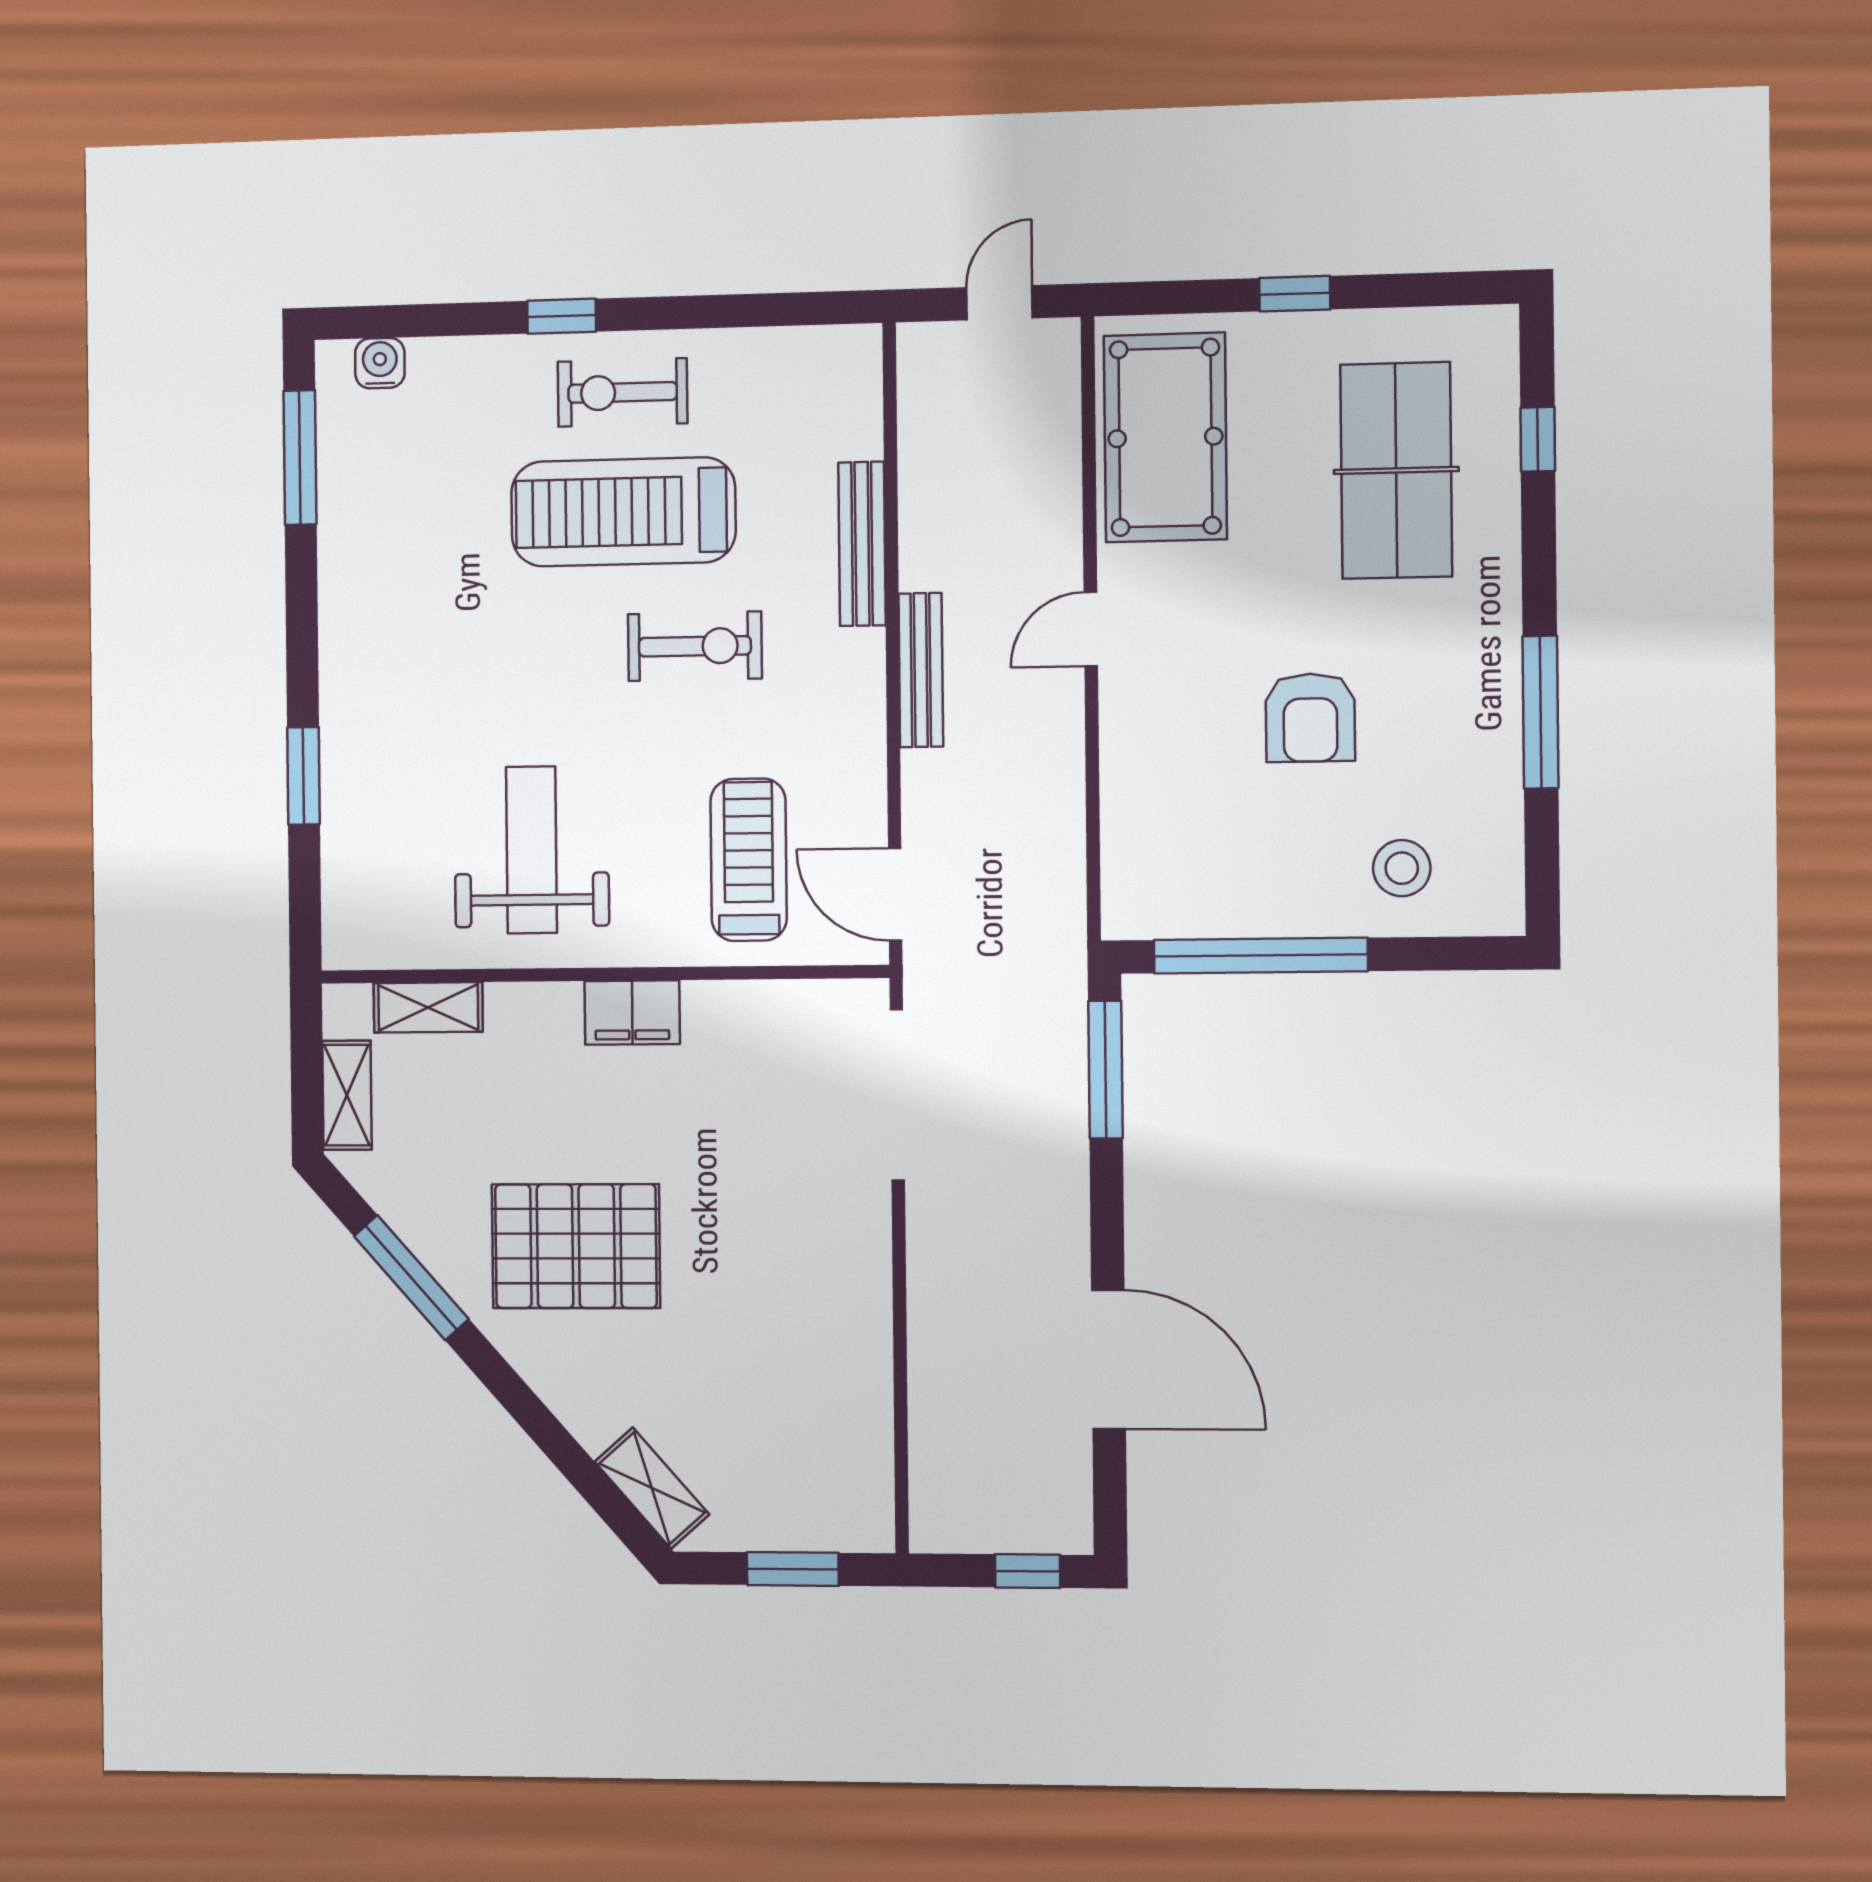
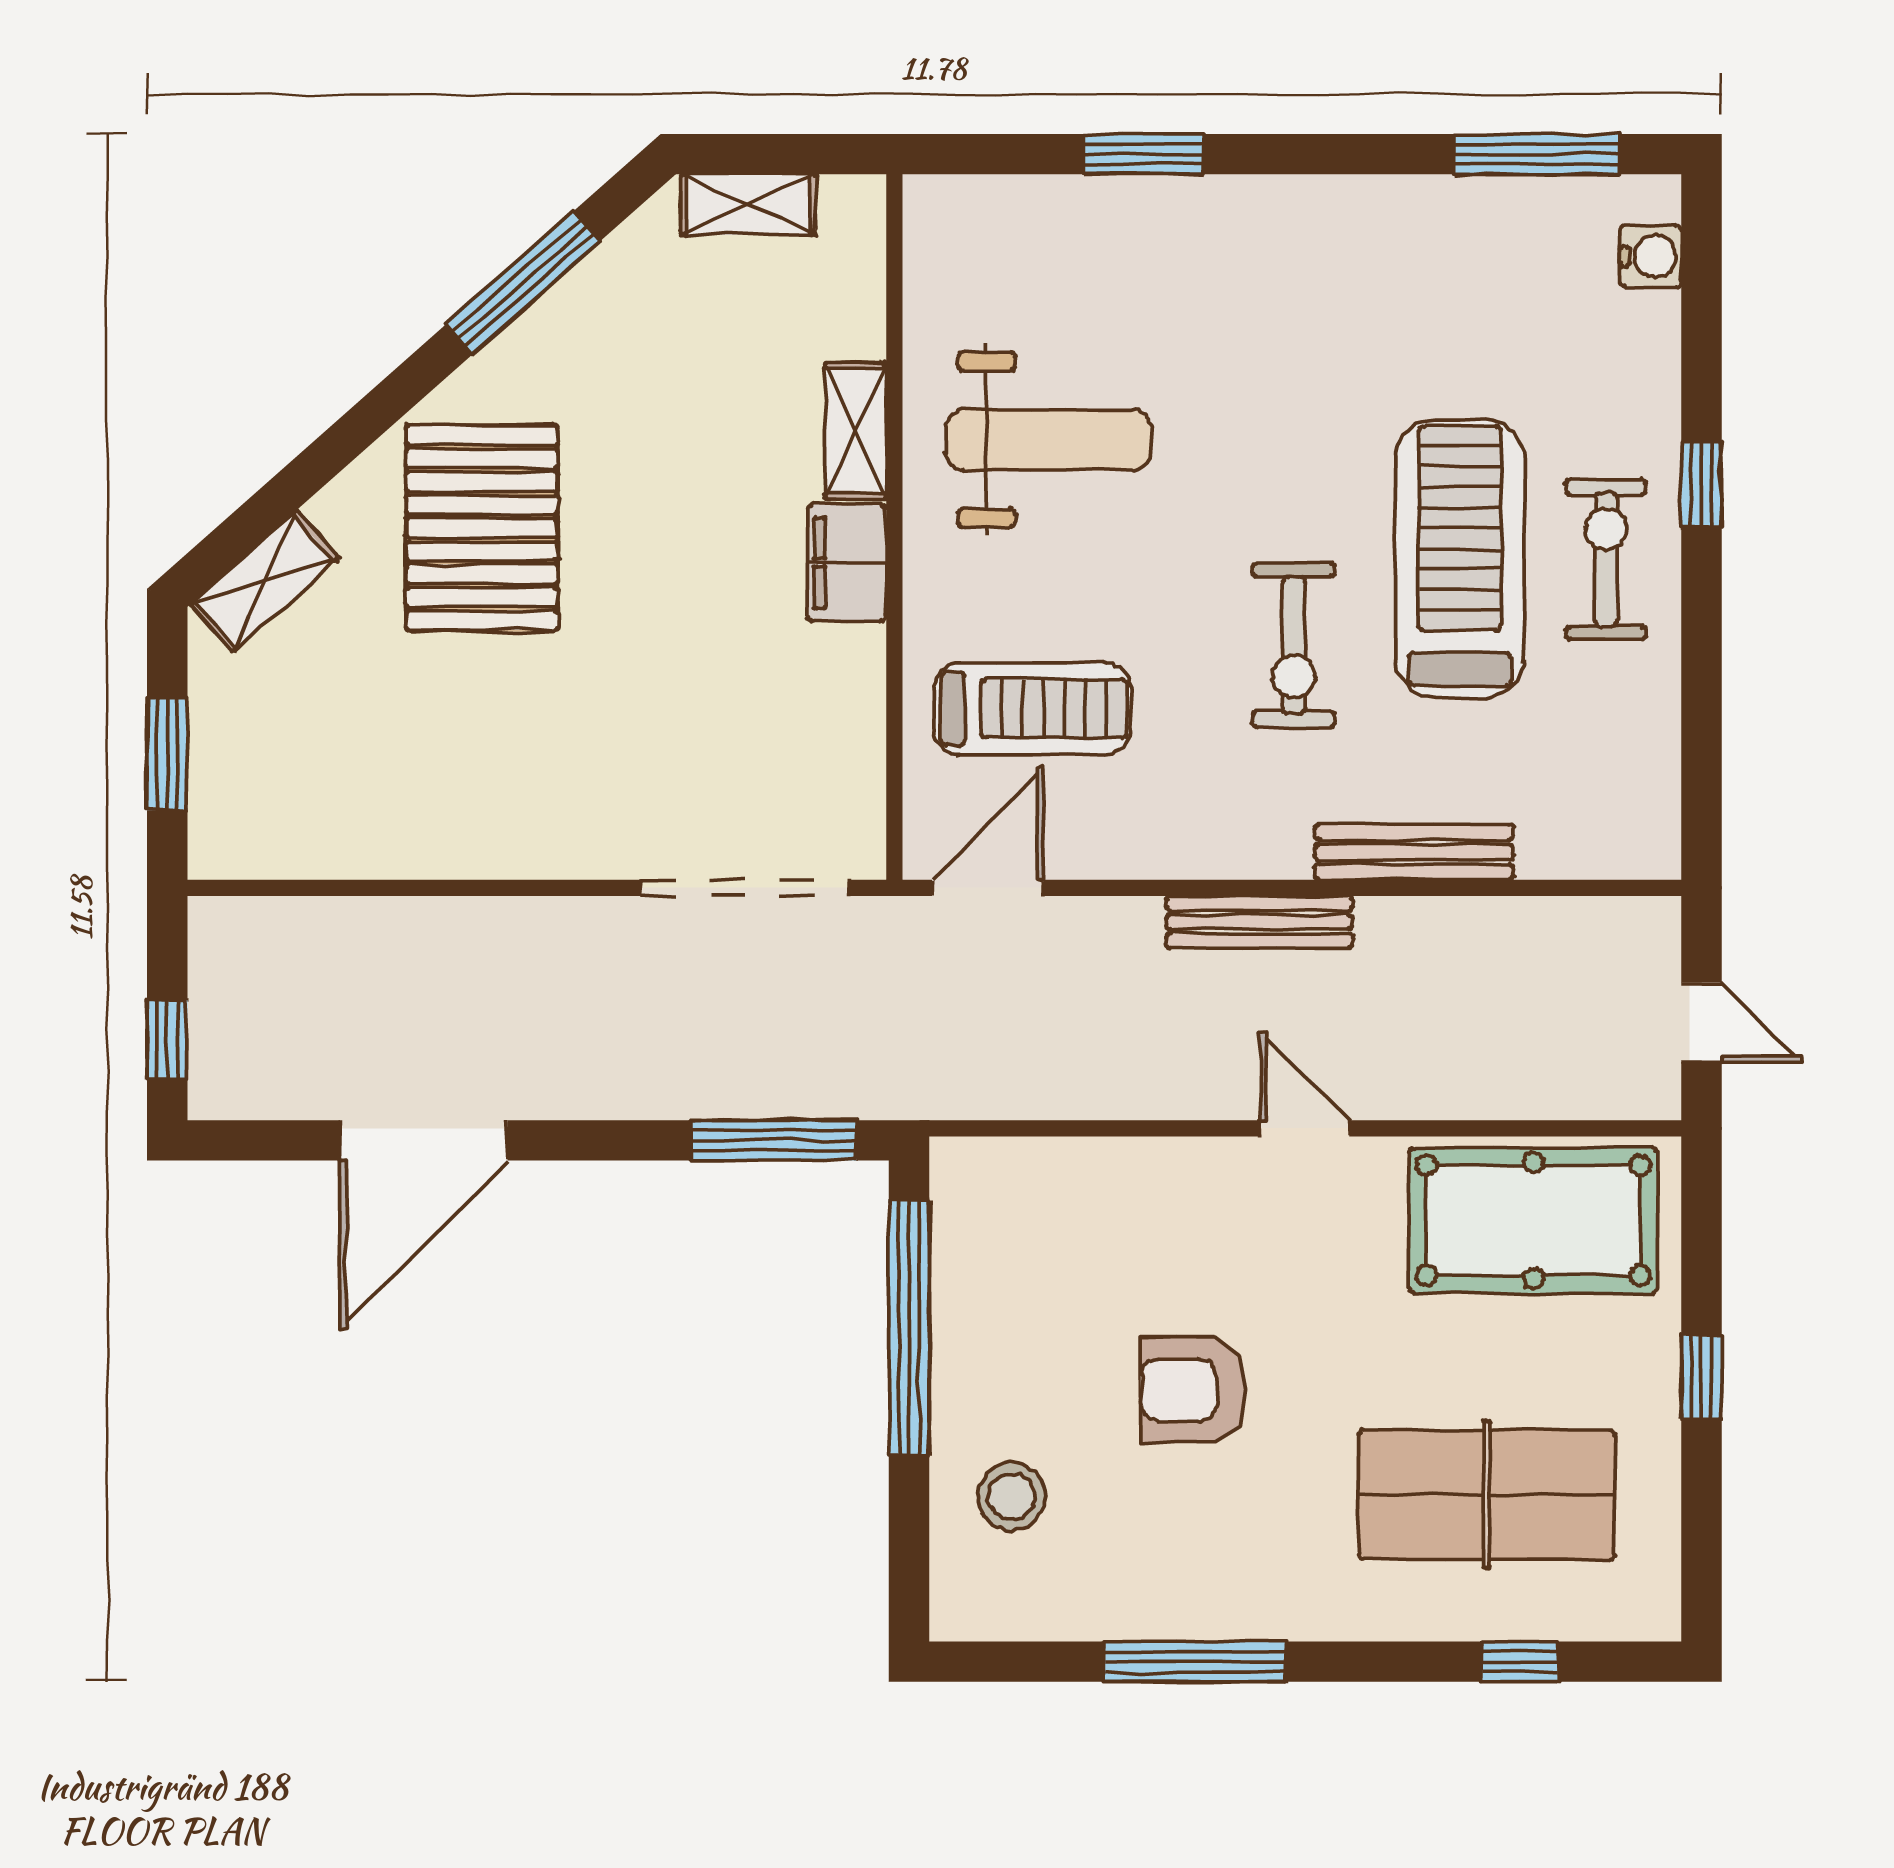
shelving: (428, 1007) -> (856, 431), moved
pallet: (576, 1246) -> (482, 528), moved

